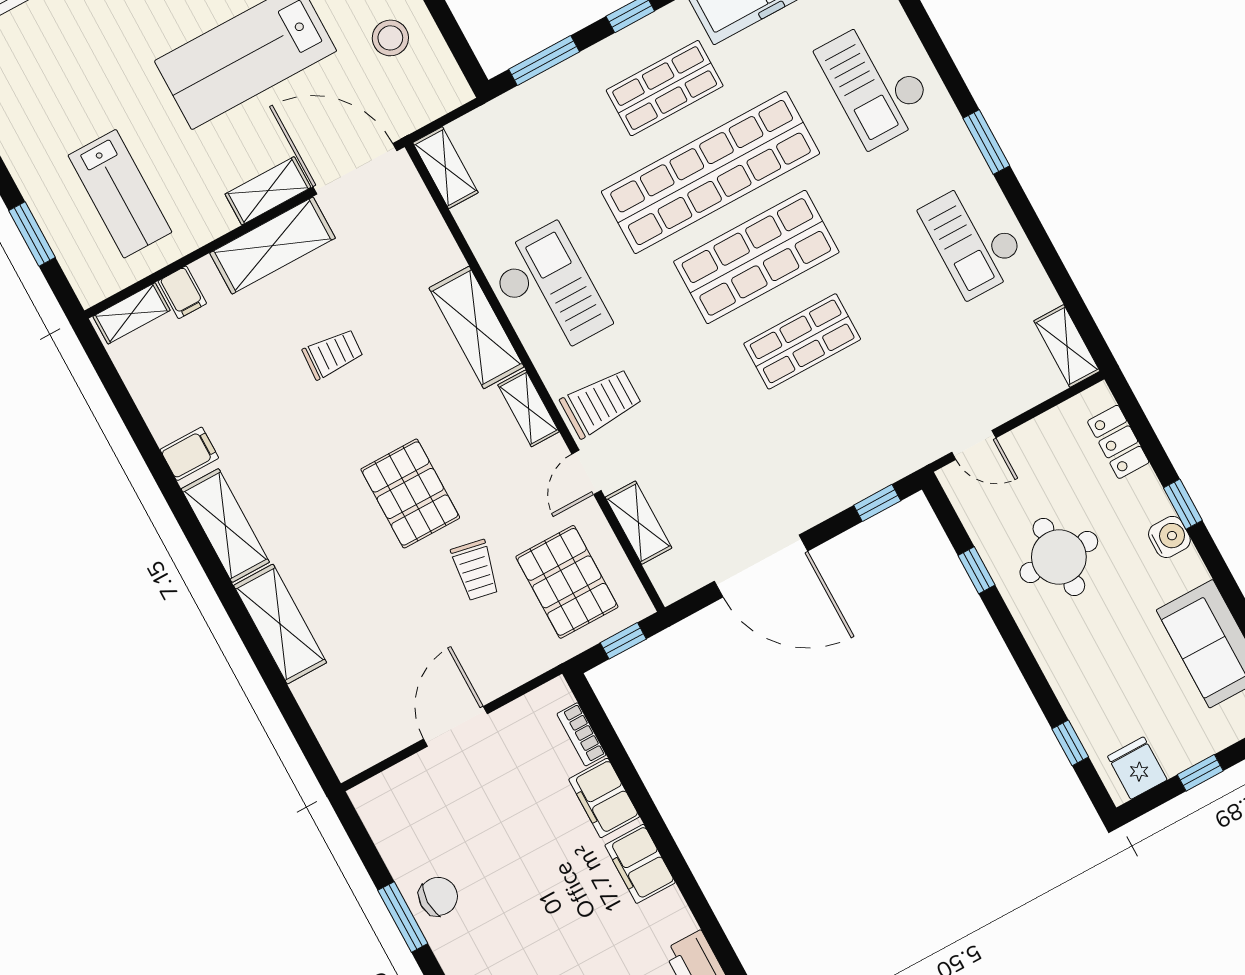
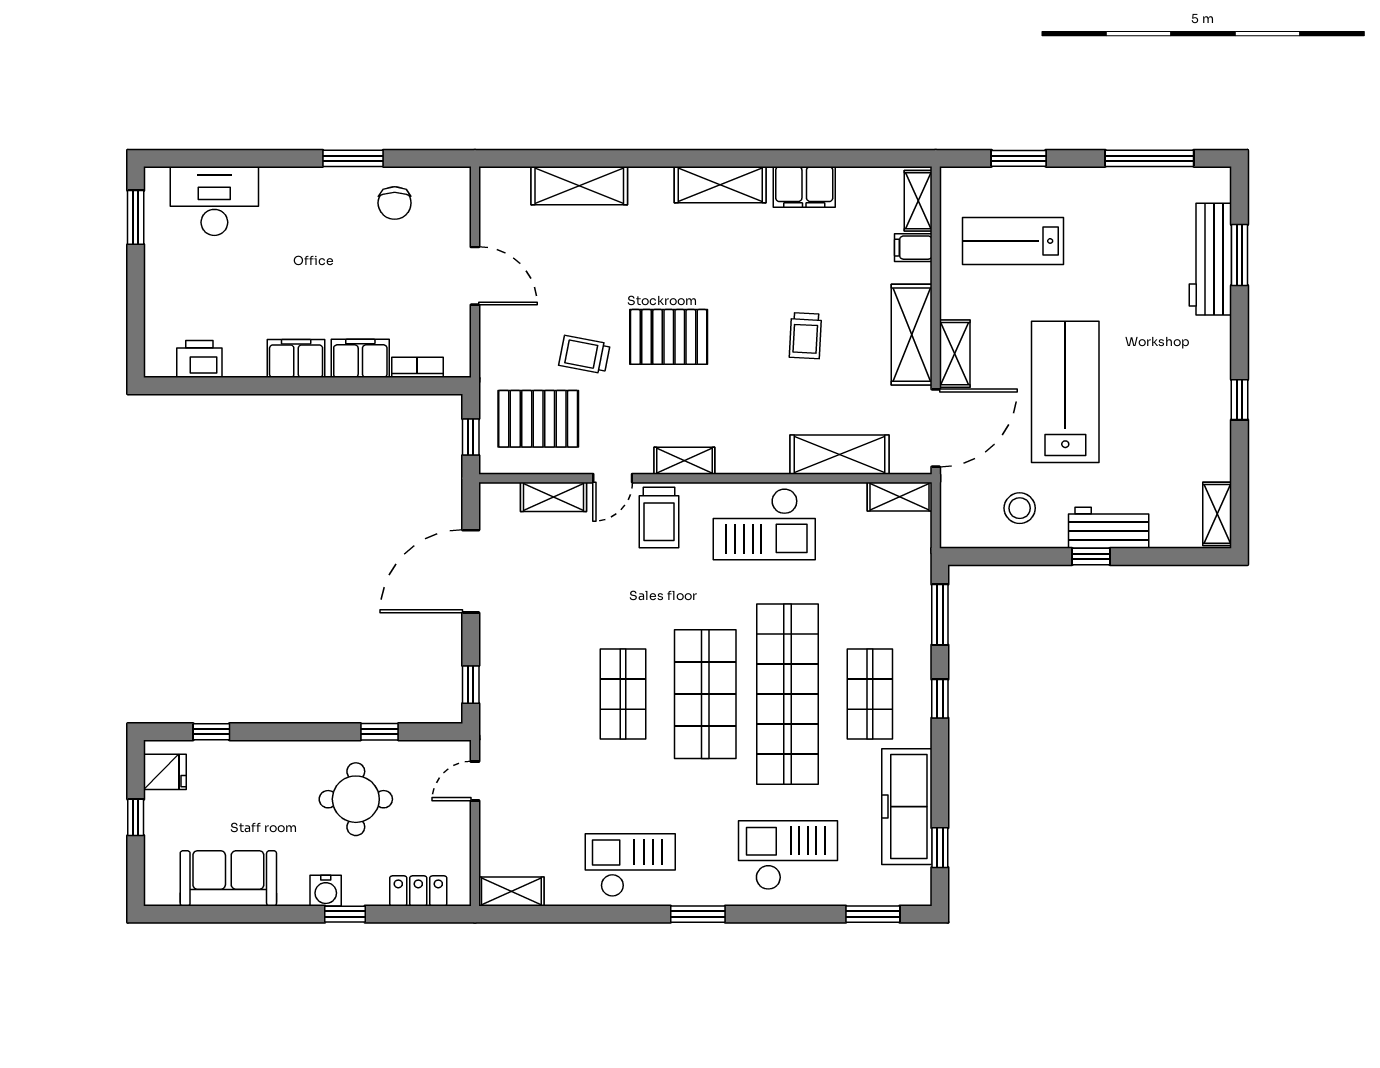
shelving: (476, 327) -> (840, 455), moved
filing cabinet: (189, 454) -> (804, 187), width x2.00
door: (586, 472) -> (613, 478), swing flipped
shelving: (280, 624) -> (579, 186), moved
chair: (438, 896) -> (395, 203), moved

